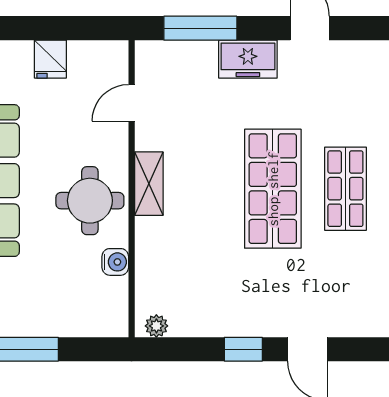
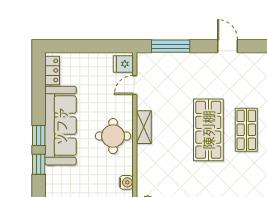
fridge: (50, 59) -> (123, 64), moved, turned 90
freezer: (248, 59) -> (195, 62), removed
water cooler: (115, 262) -> (126, 182), moved

